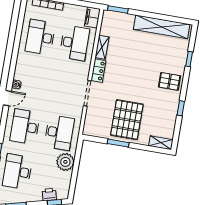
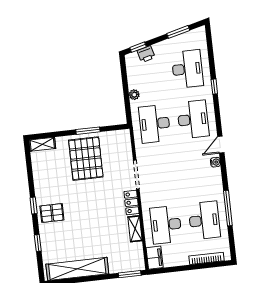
window: (17, 42) -> (228, 208), added
window: (181, 108) -> (34, 205), moved
plant: (65, 162) -> (134, 95), width x0.53, depth x0.53

